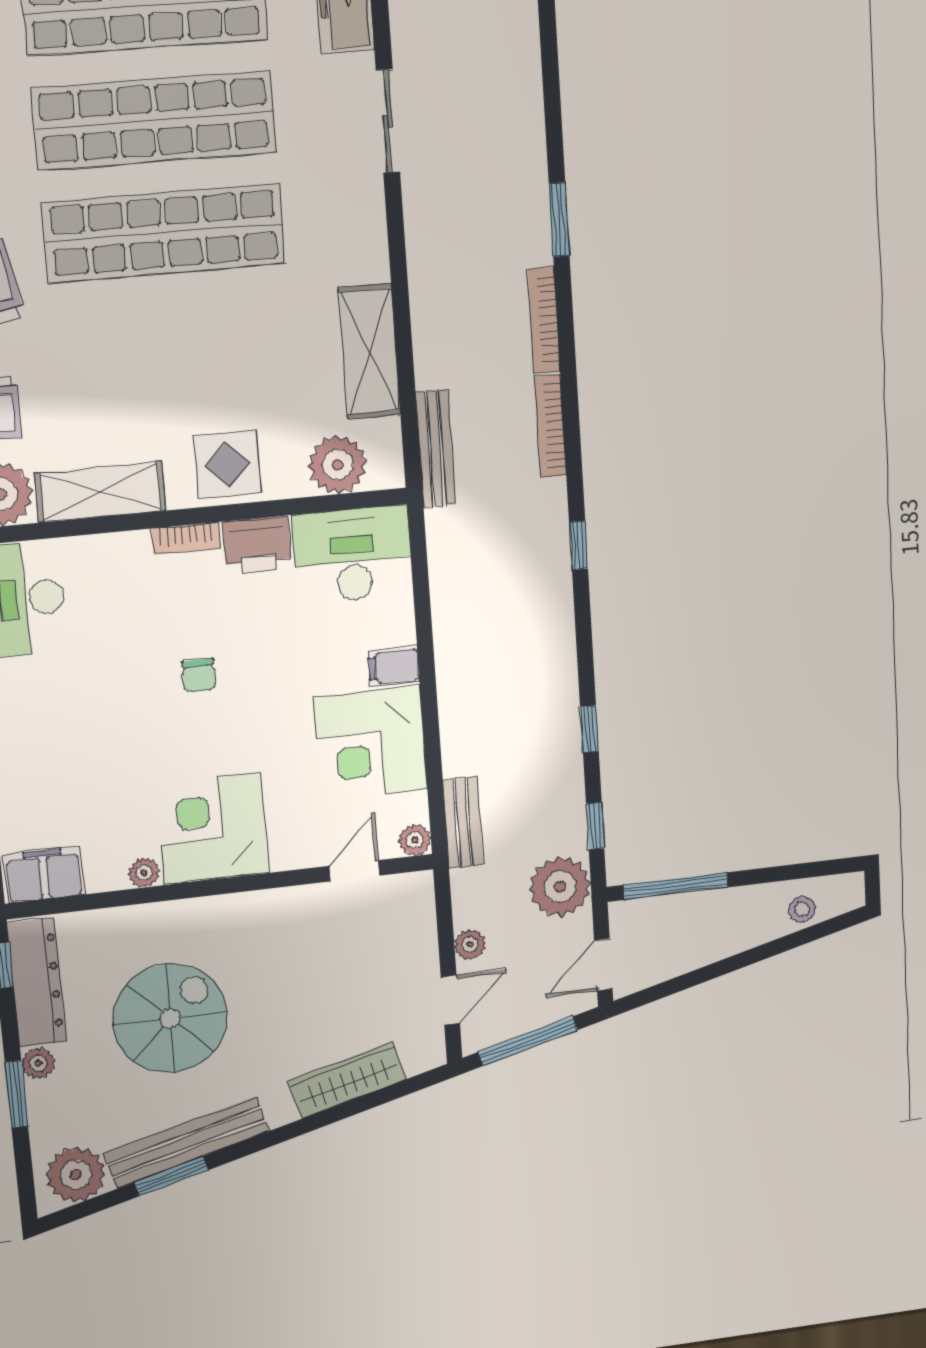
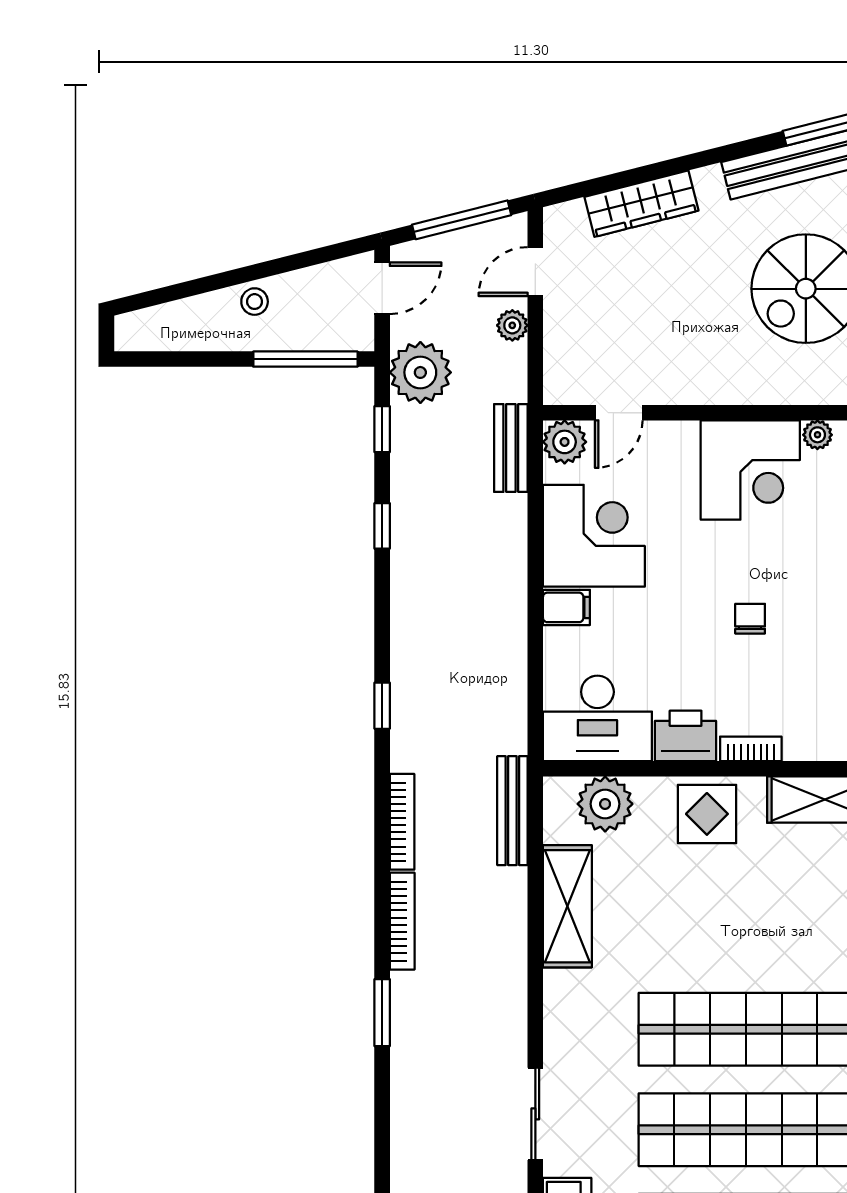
plant: (415, 840) -> (565, 442), width x1.38, depth x1.38
stool: (802, 909) -> (255, 302), moved

